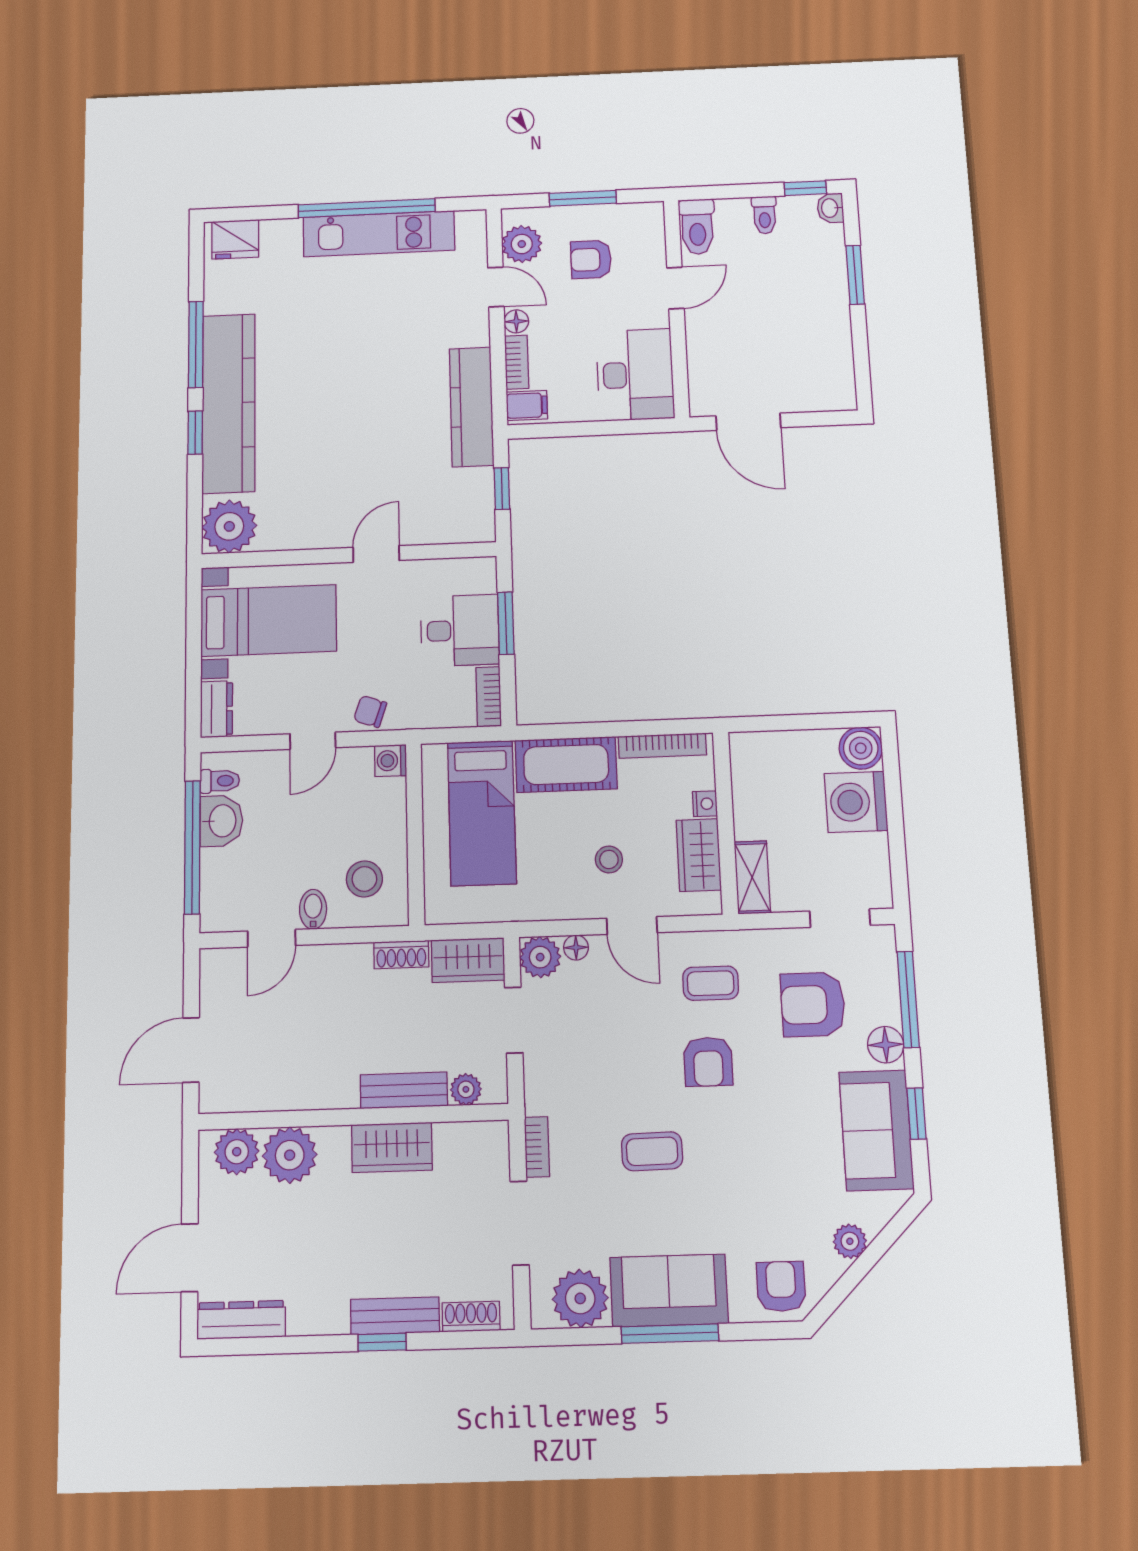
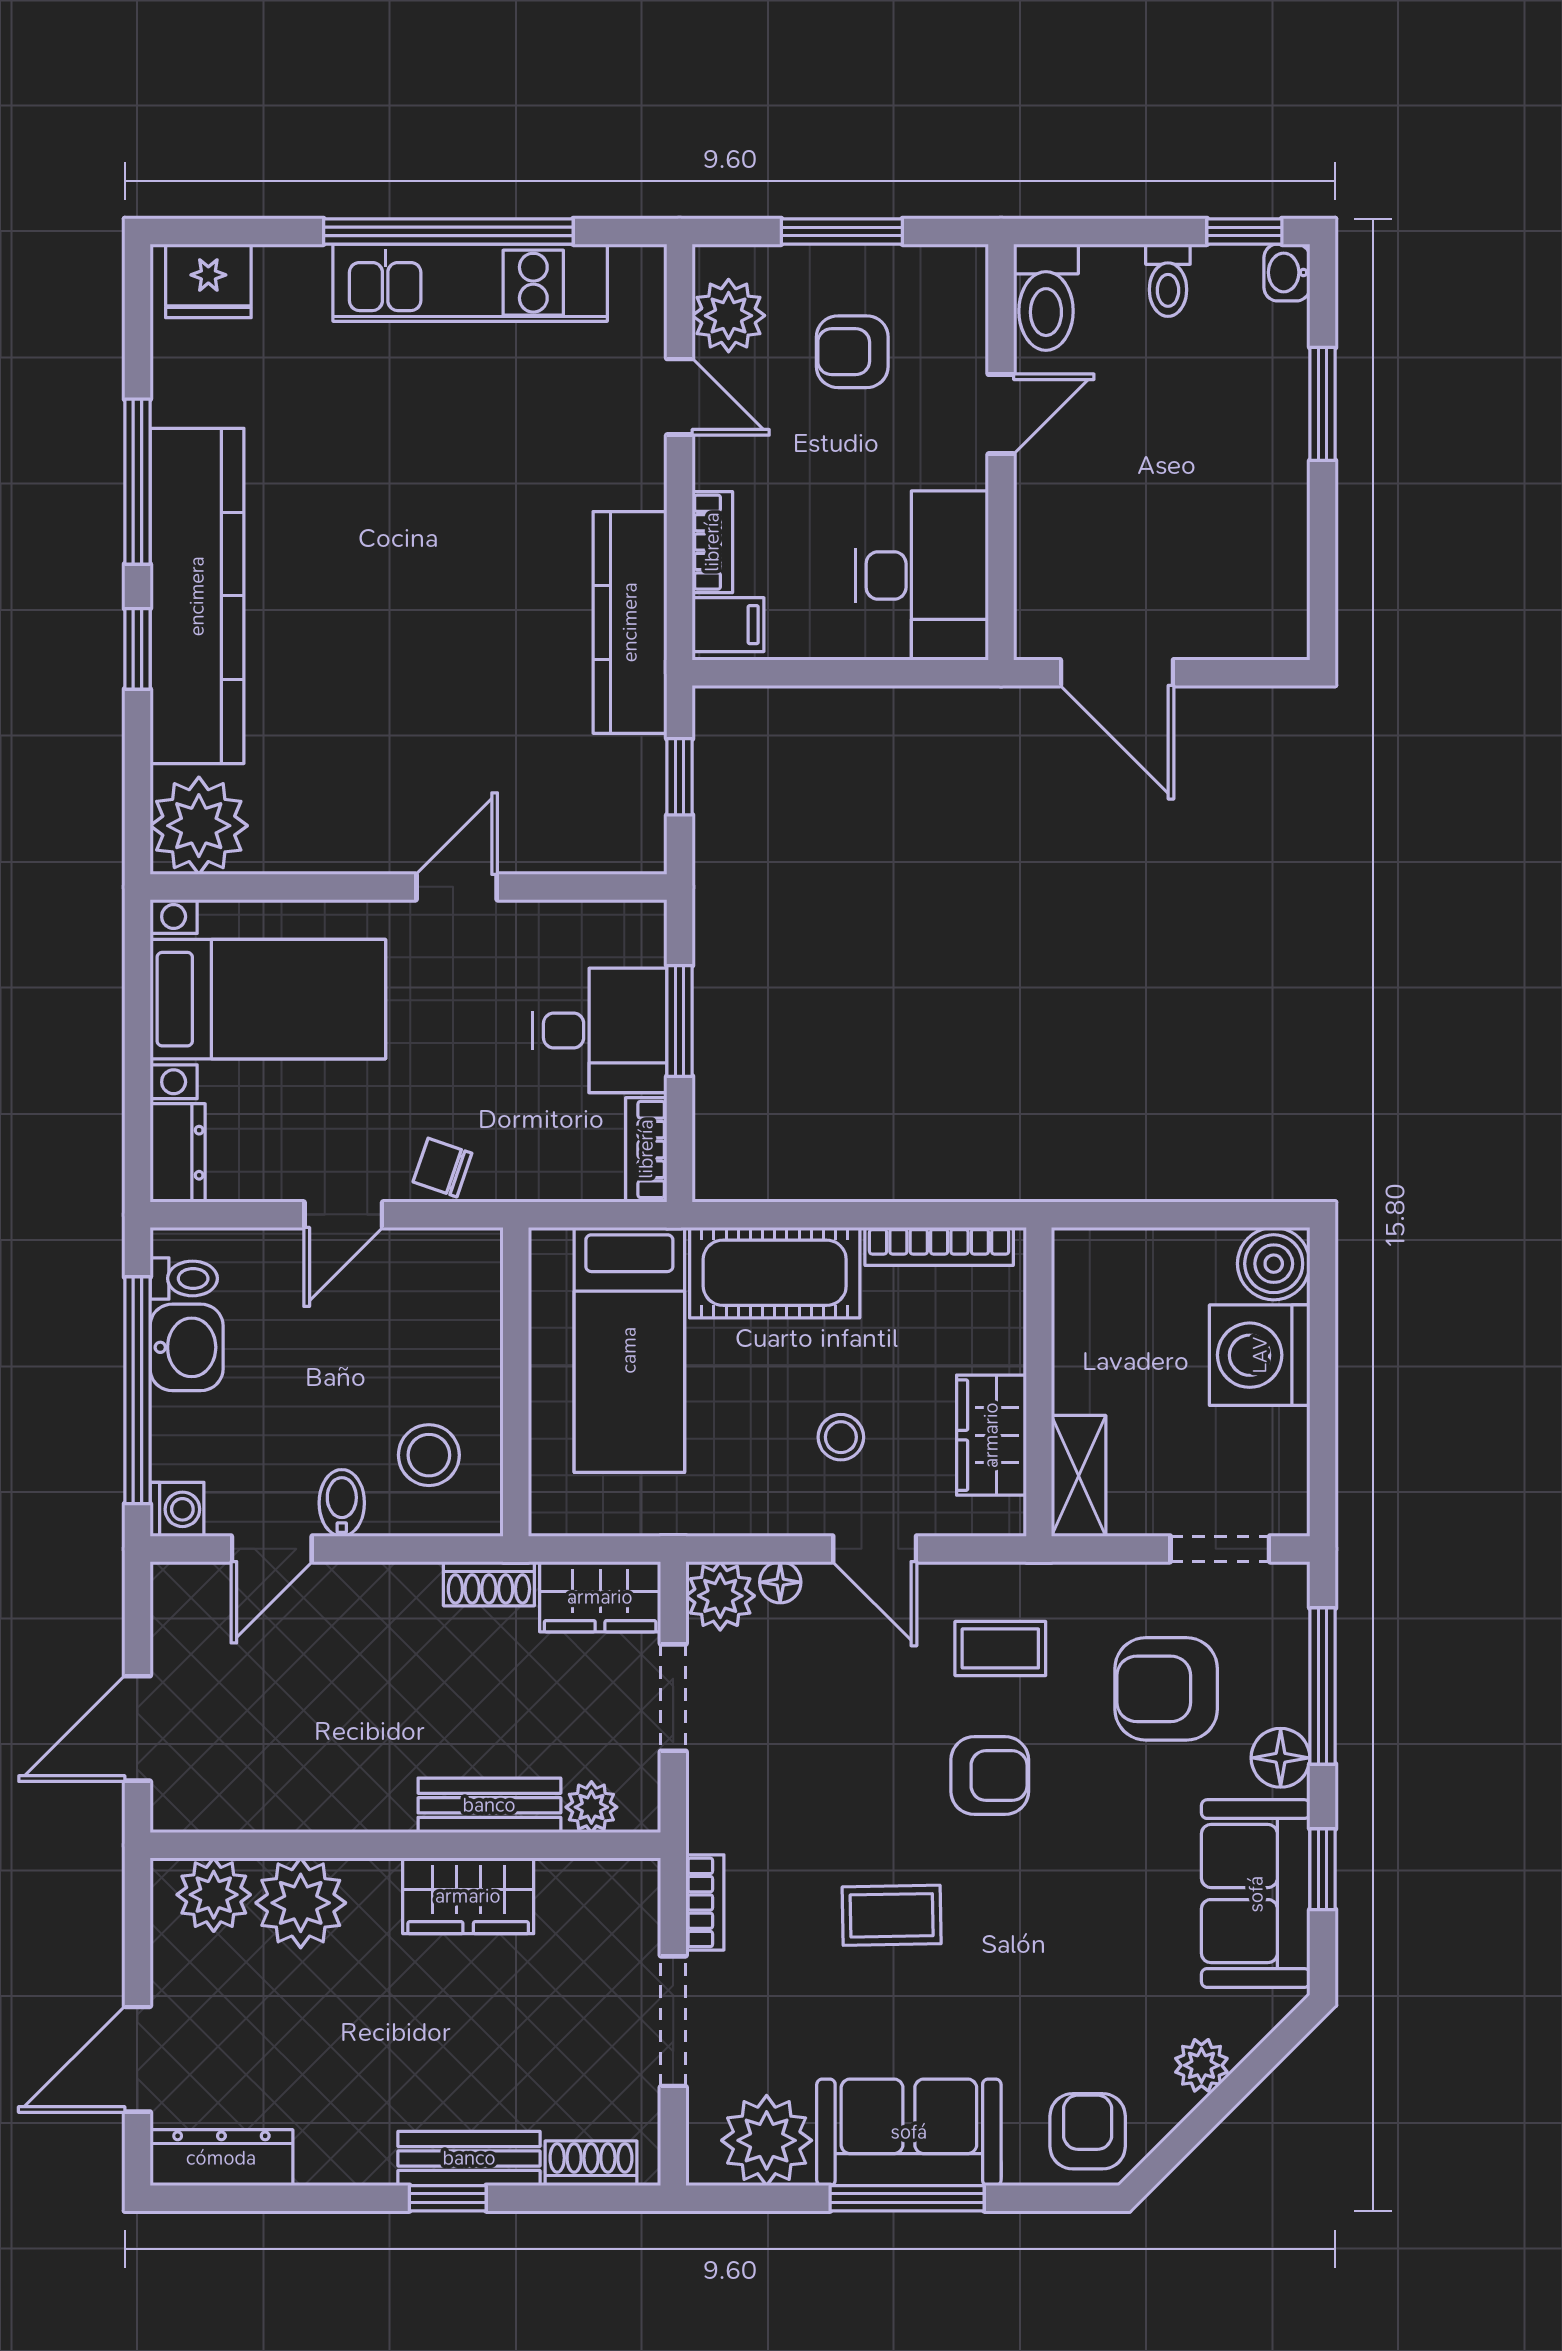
floor lamp: (516, 321) -> (714, 464), removed
washing machine: (391, 761) -> (177, 1509), moved, turned 180
nightstand: (705, 804) -> (1006, 1349), removed
armchair: (708, 1062) -> (990, 1776), turned -90

